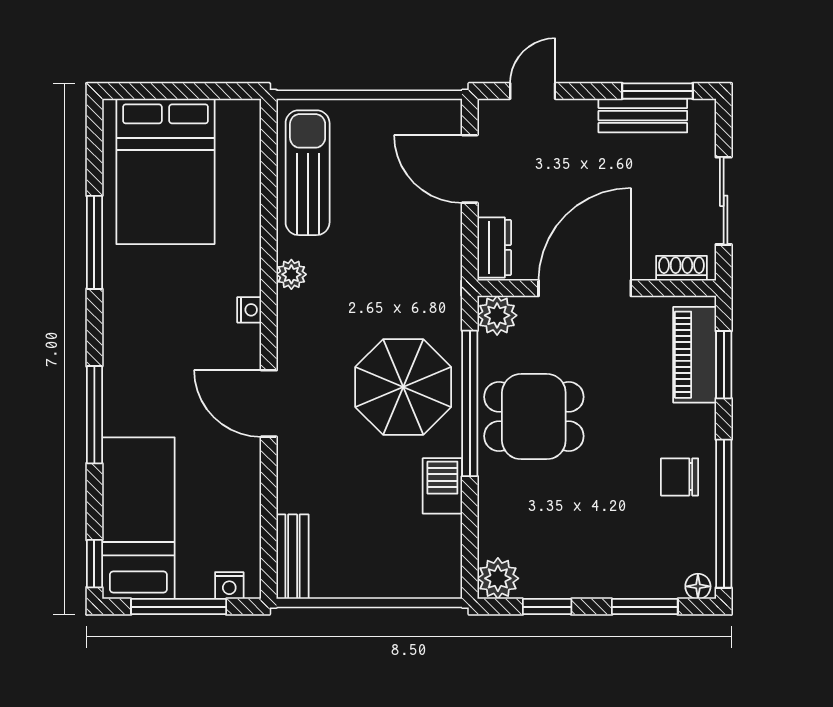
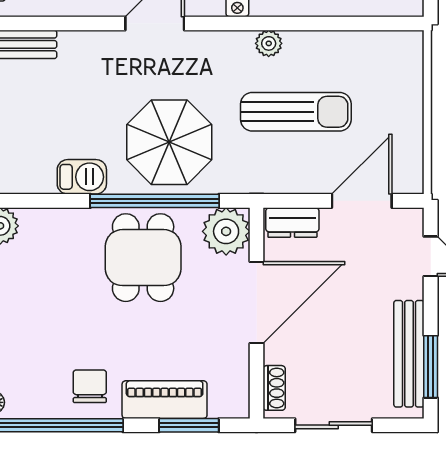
bench: (643, 116) -> (409, 354), width x1.36
sun lounger: (308, 173) -> (296, 112), moved
door: (585, 288) -> (257, 303), hinge flipped
plant: (497, 315) -> (226, 231), width x1.36, depth x1.36
piano: (695, 355) -> (165, 400), moved

